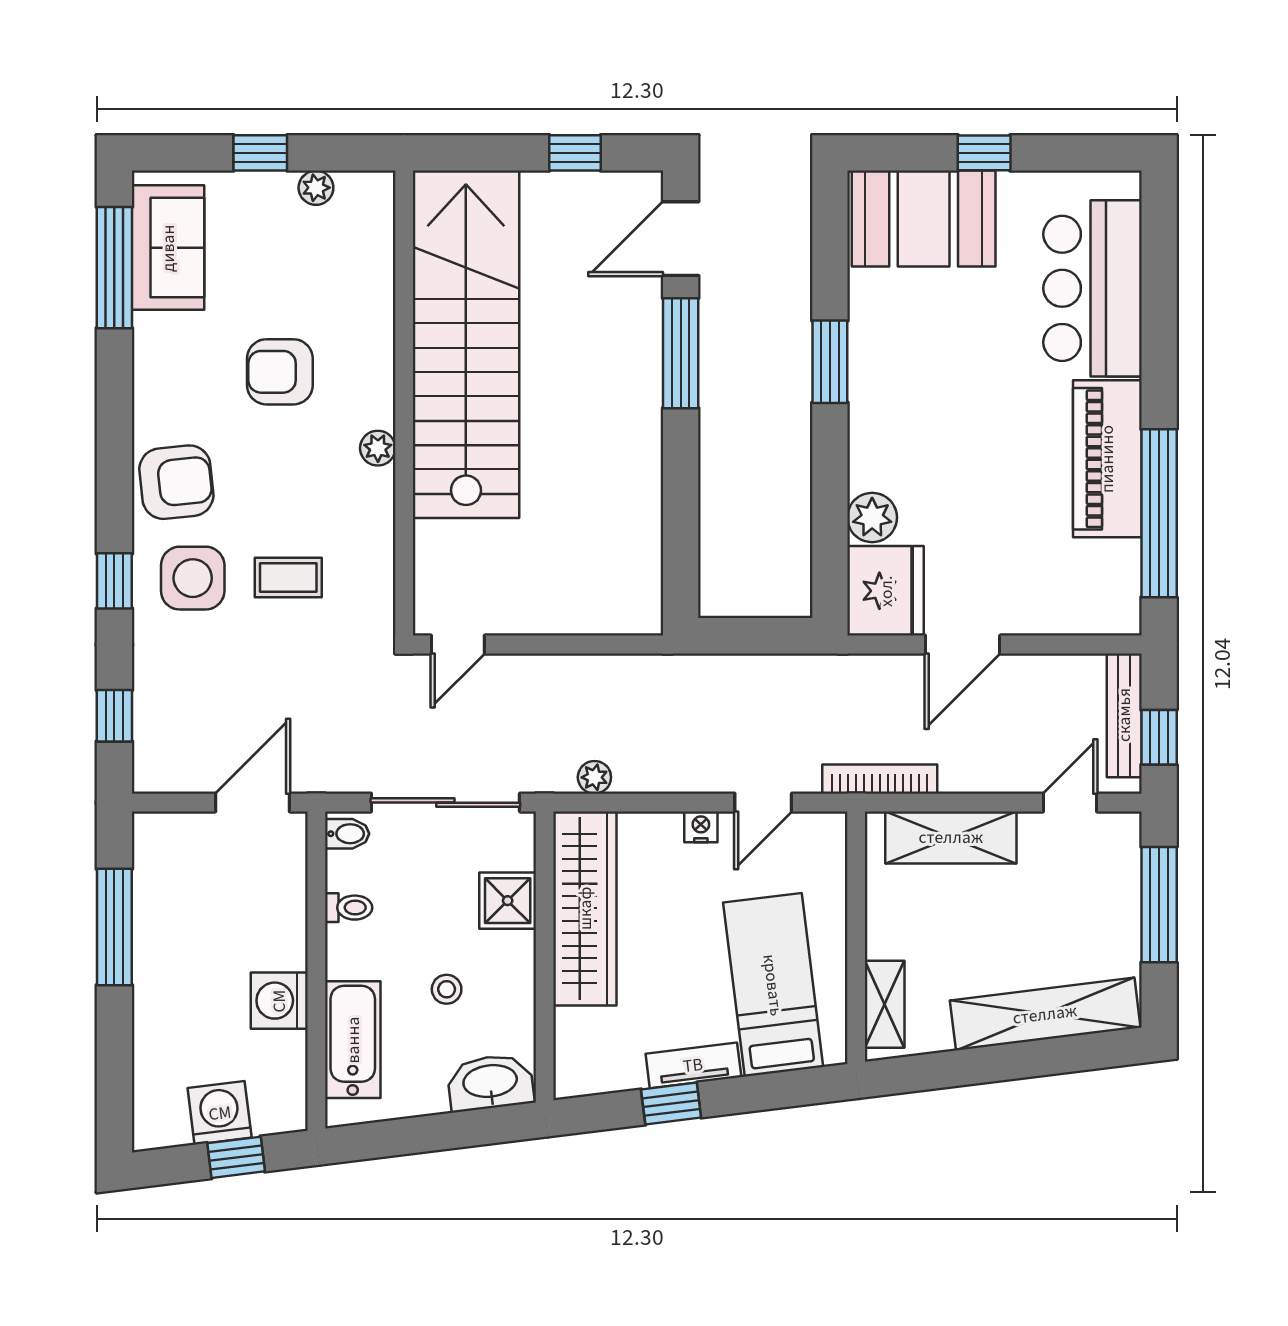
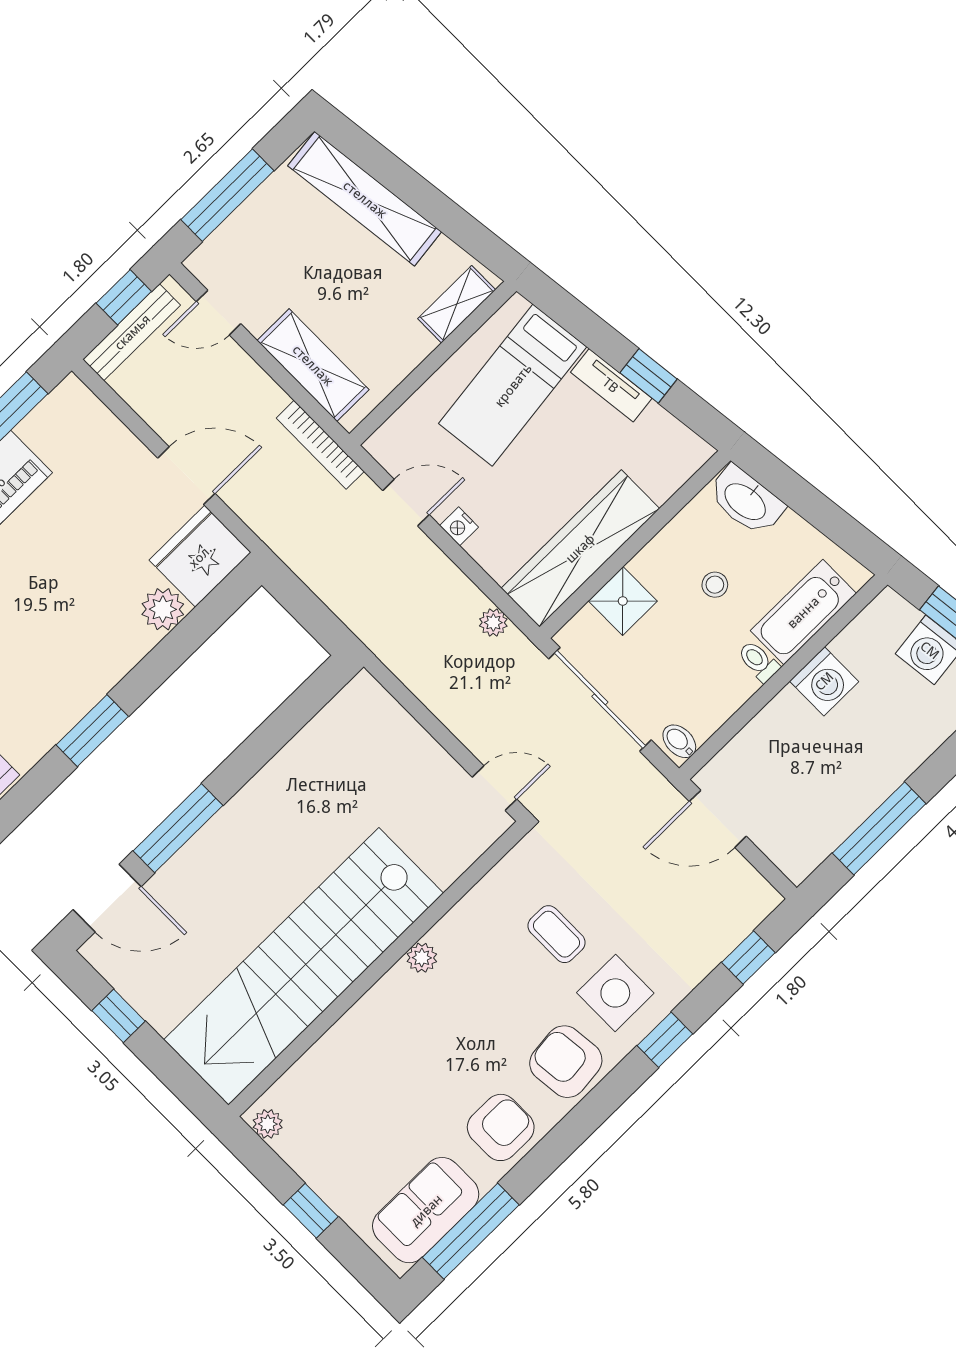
plant: (316, 188) -> (268, 1124), moved
armchair: (280, 372) -> (501, 1127), moved, turned -90
toilet: (349, 908) -> (758, 661), moved

